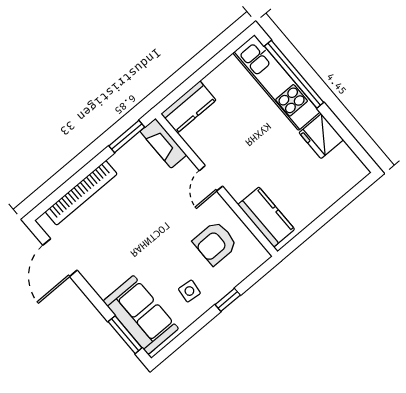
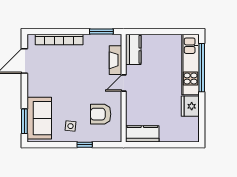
kitchen counter: (188, 107) -> (133, 49), moved, turned -90
fireplace: (163, 143) -> (116, 60), moved
kitchen counter: (266, 217) -> (142, 134), moved, turned -90

